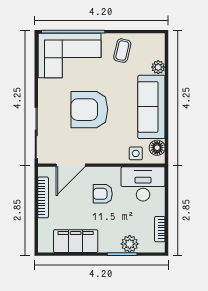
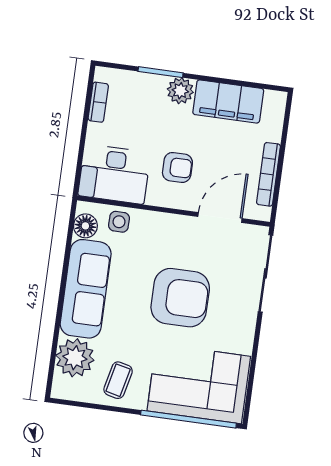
plant: (158, 67) -> (75, 358), width x1.88, depth x1.88
plant: (130, 244) -> (180, 91), moved

